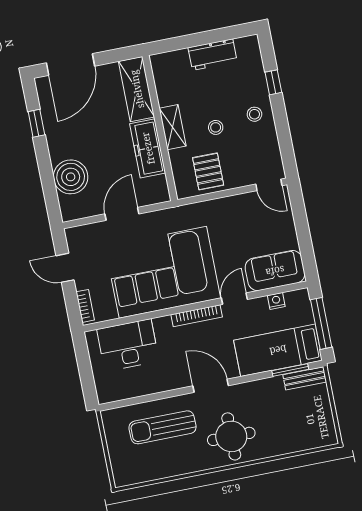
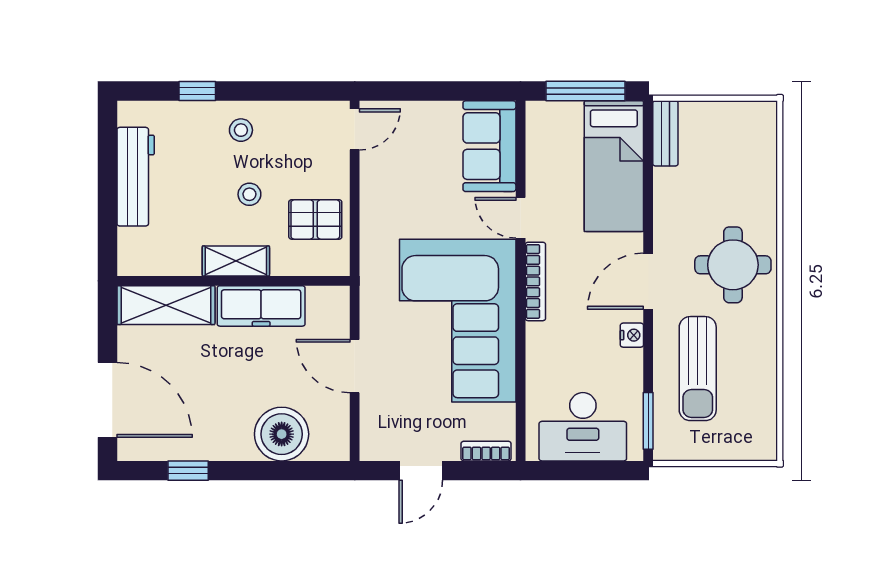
workbench: (213, 55) -> (136, 177), width x1.38
nightstand: (276, 301) -> (632, 335), moved, turned 180
desk: (128, 345) -> (583, 427), moved, turned -90
window: (290, 370) -> (648, 421), moved

